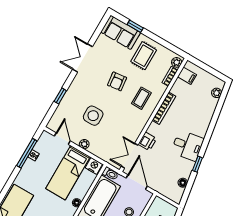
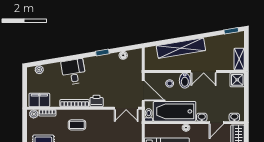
filing cabinet: (187, 76) -> (39, 100), width x2.00
printer: (147, 141) -> (97, 101), moved
desk: (187, 146) -> (74, 72), moved
nightstand: (94, 166) -> (150, 131), removed
door: (137, 182) -> (143, 91), swing flipped

